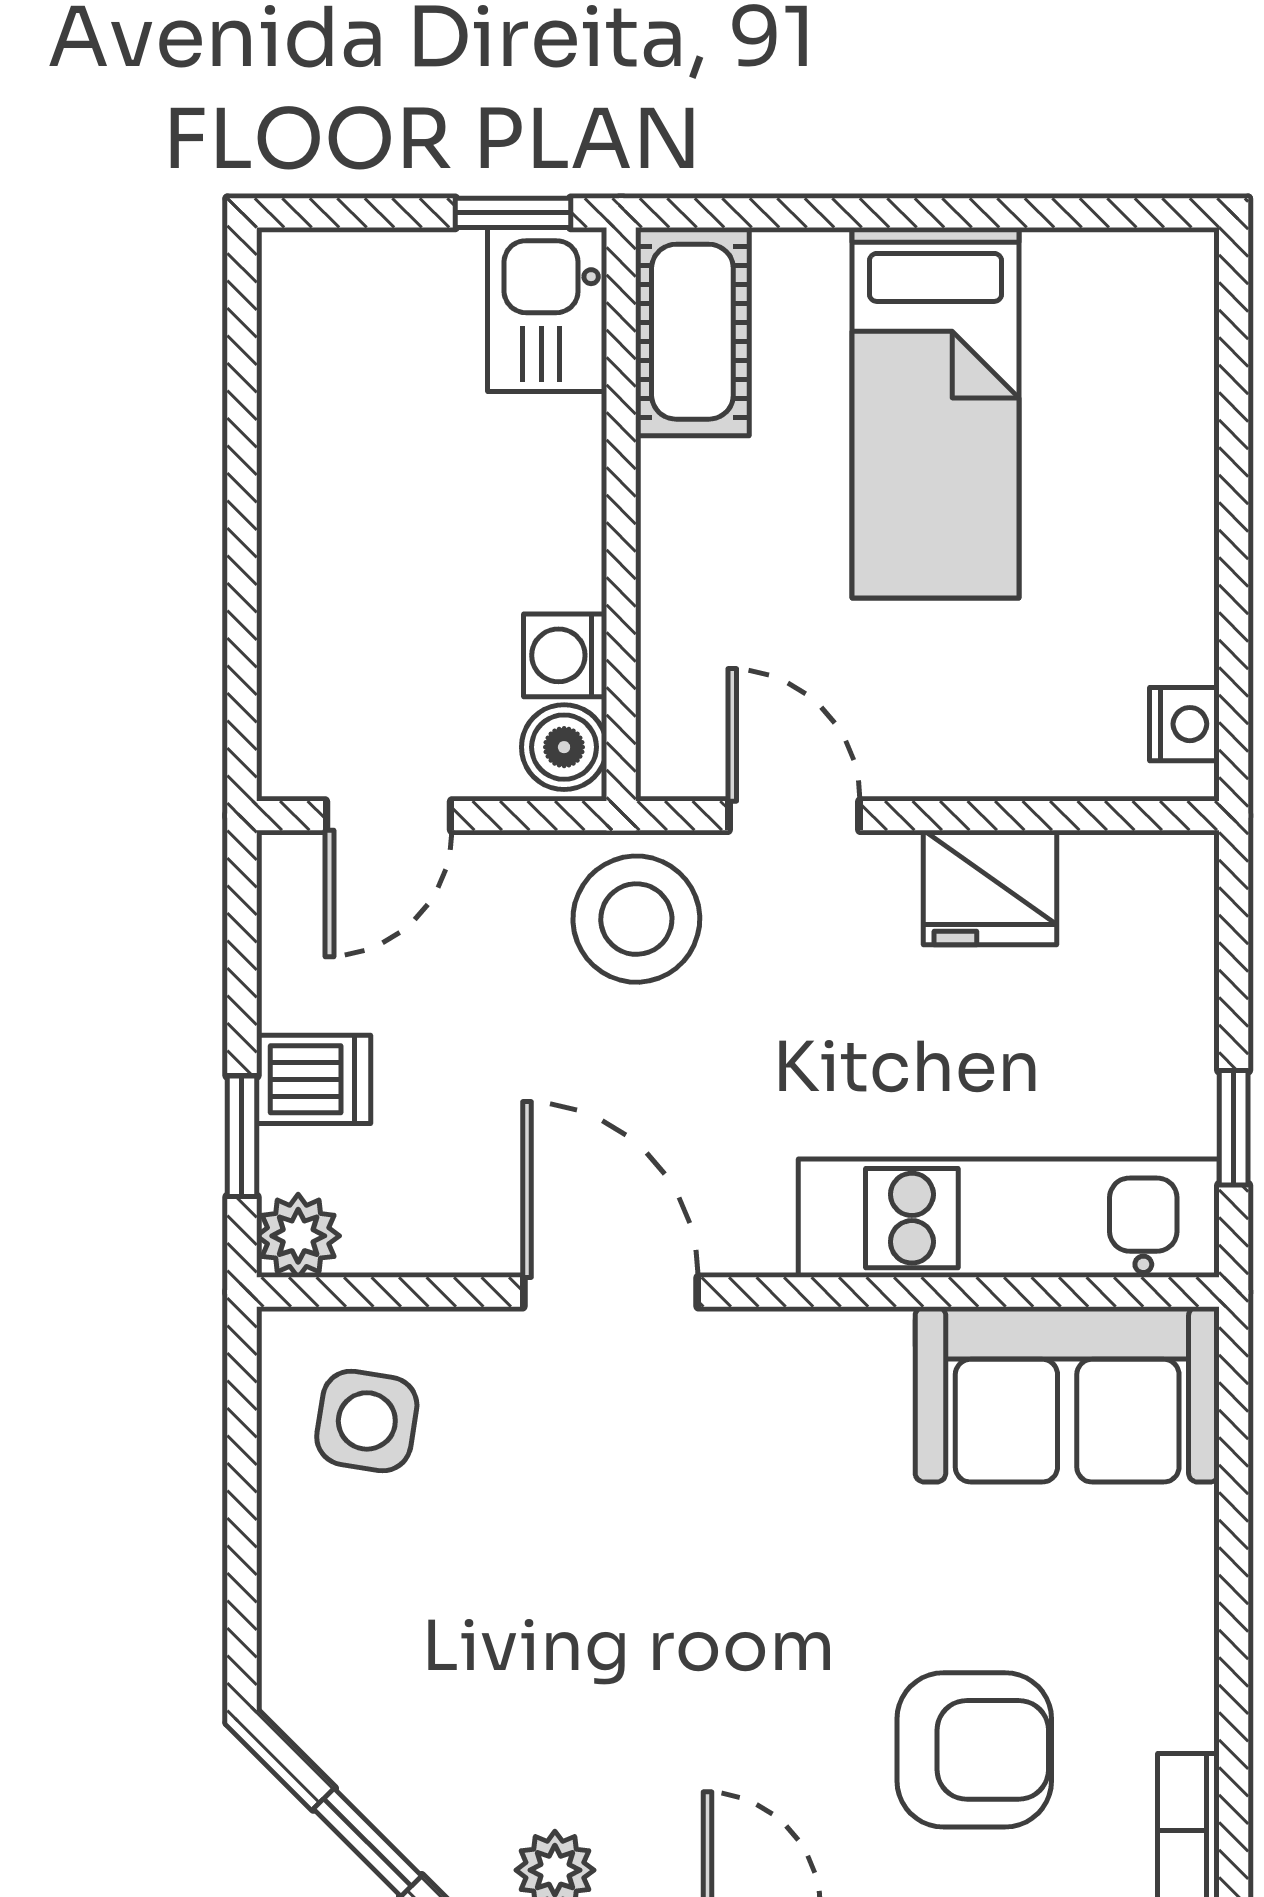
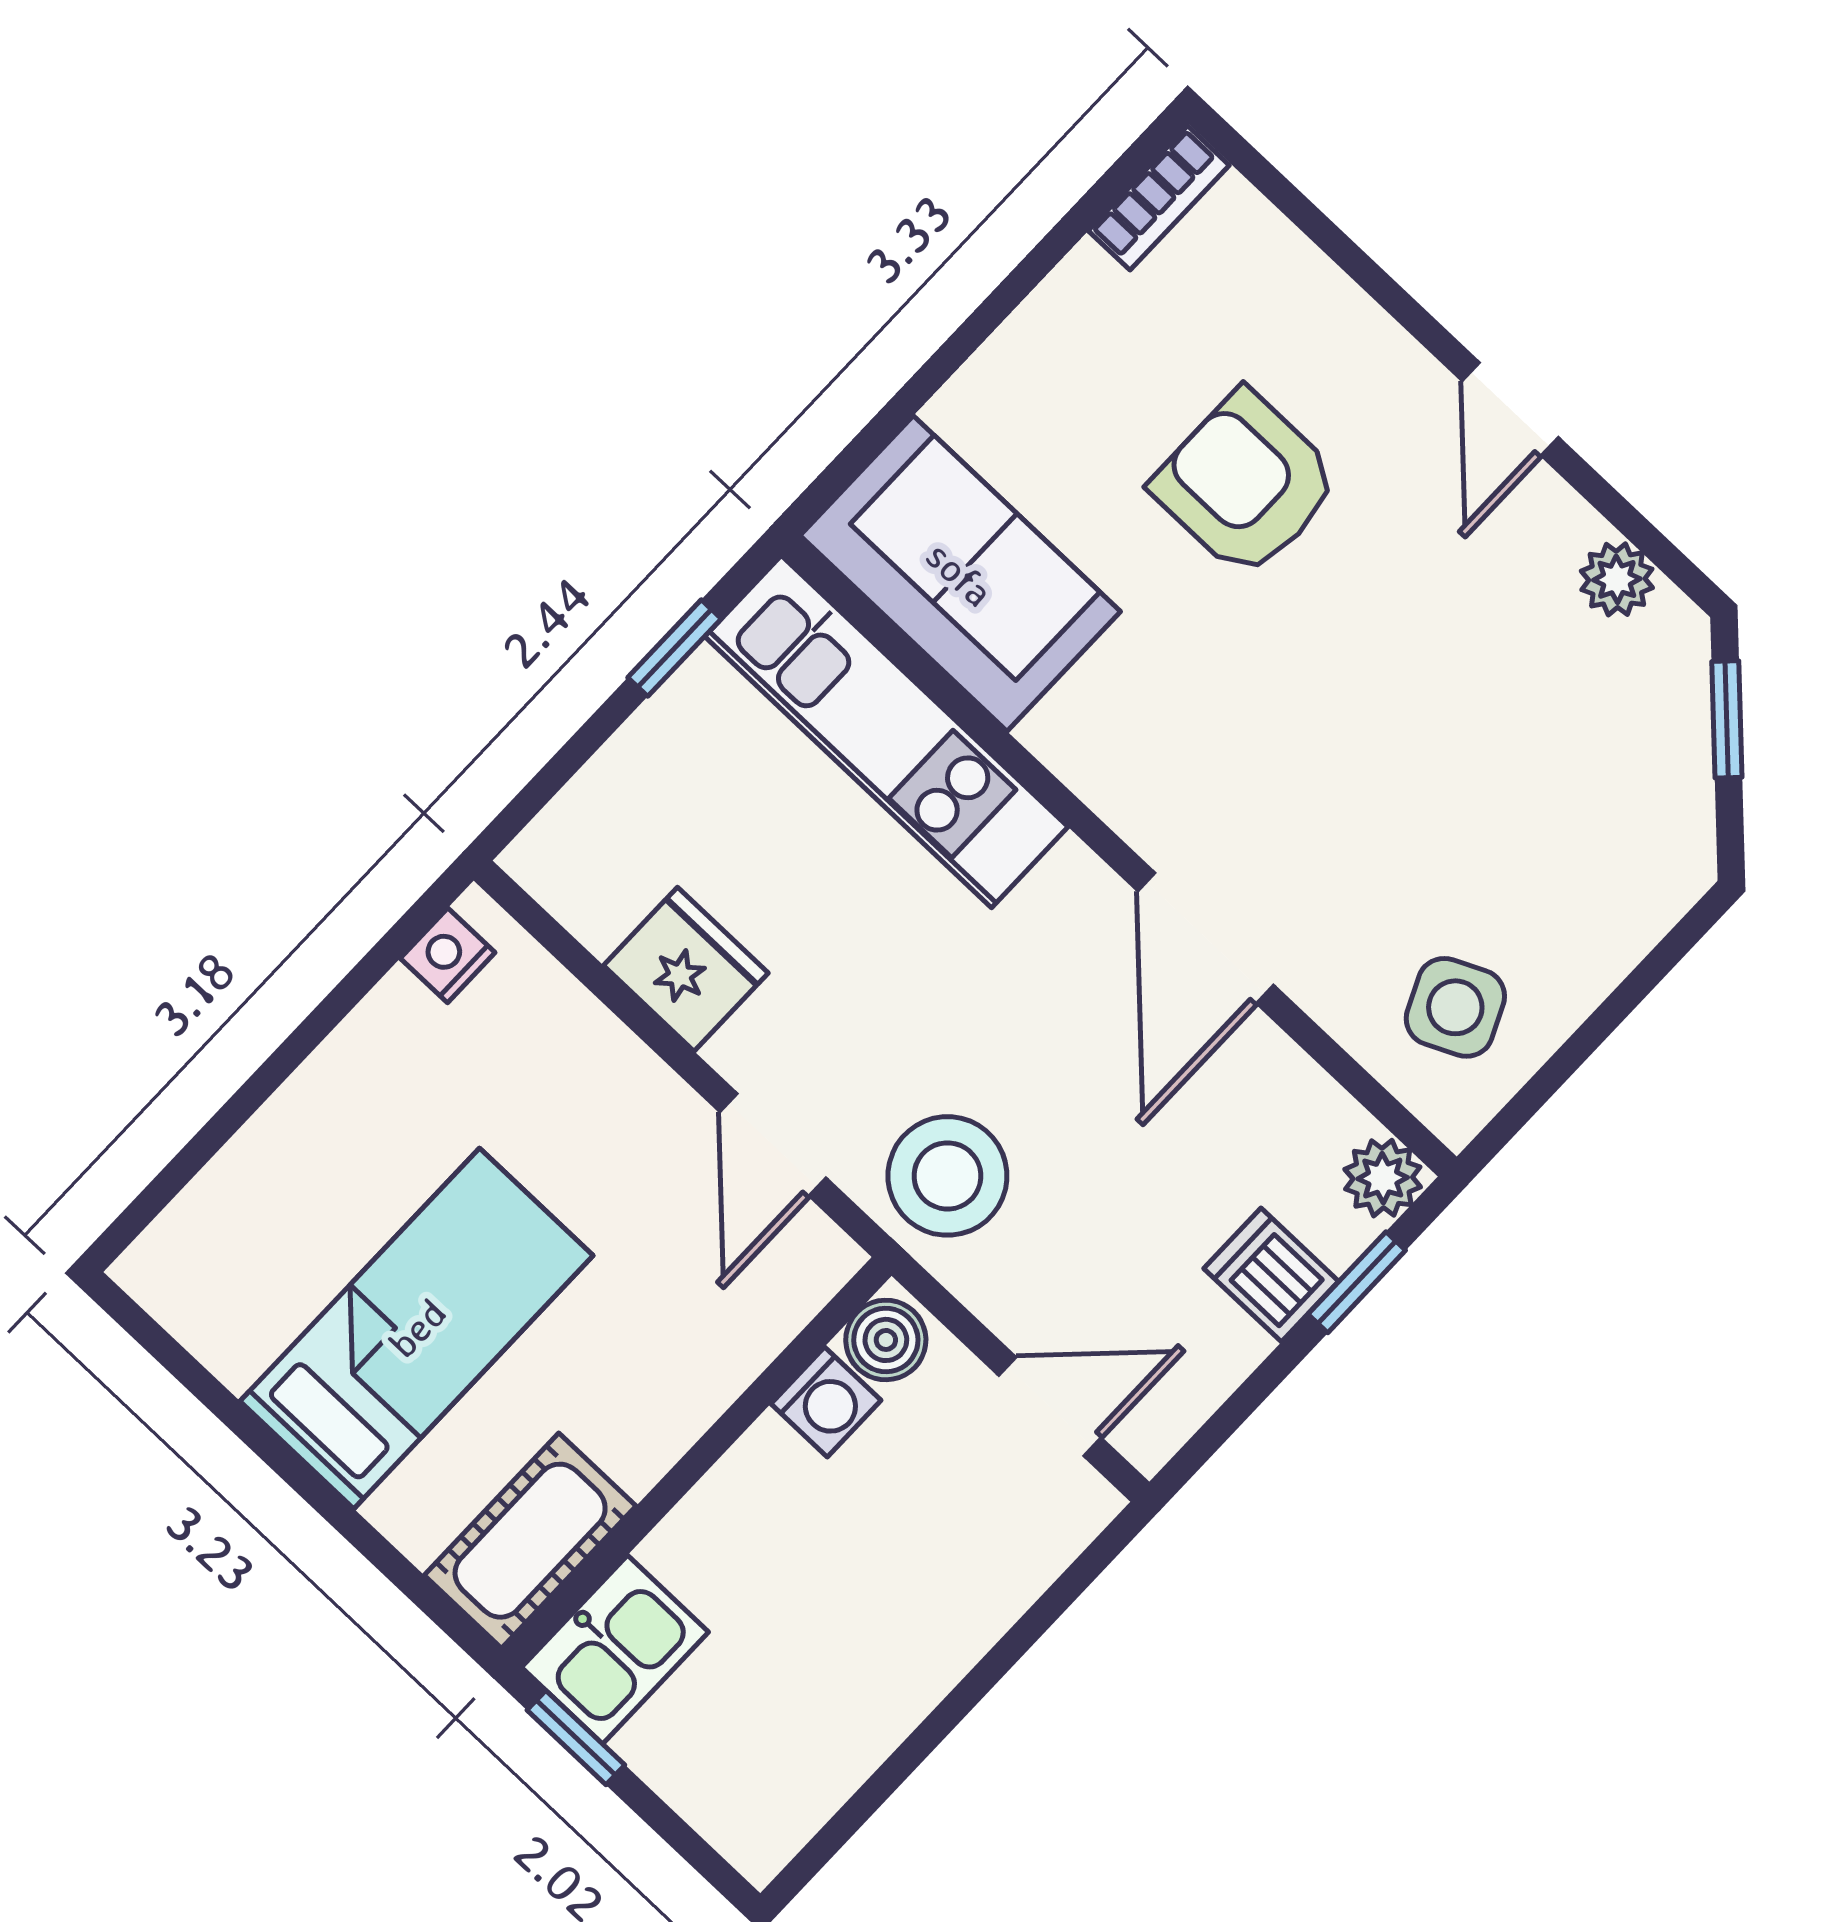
side table: (367, 1421) -> (1455, 1007), turned -34
armchair: (974, 1750) -> (1246, 484), moved

